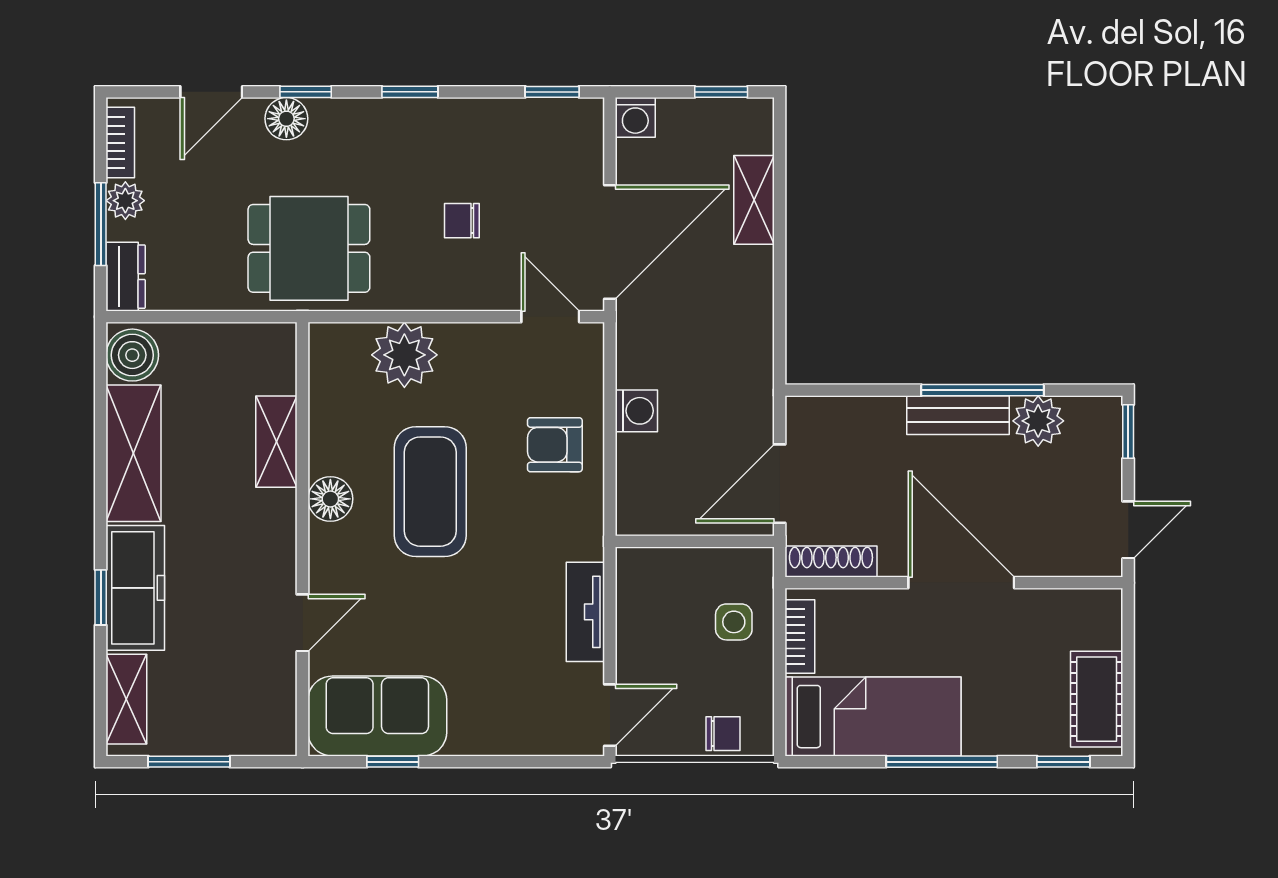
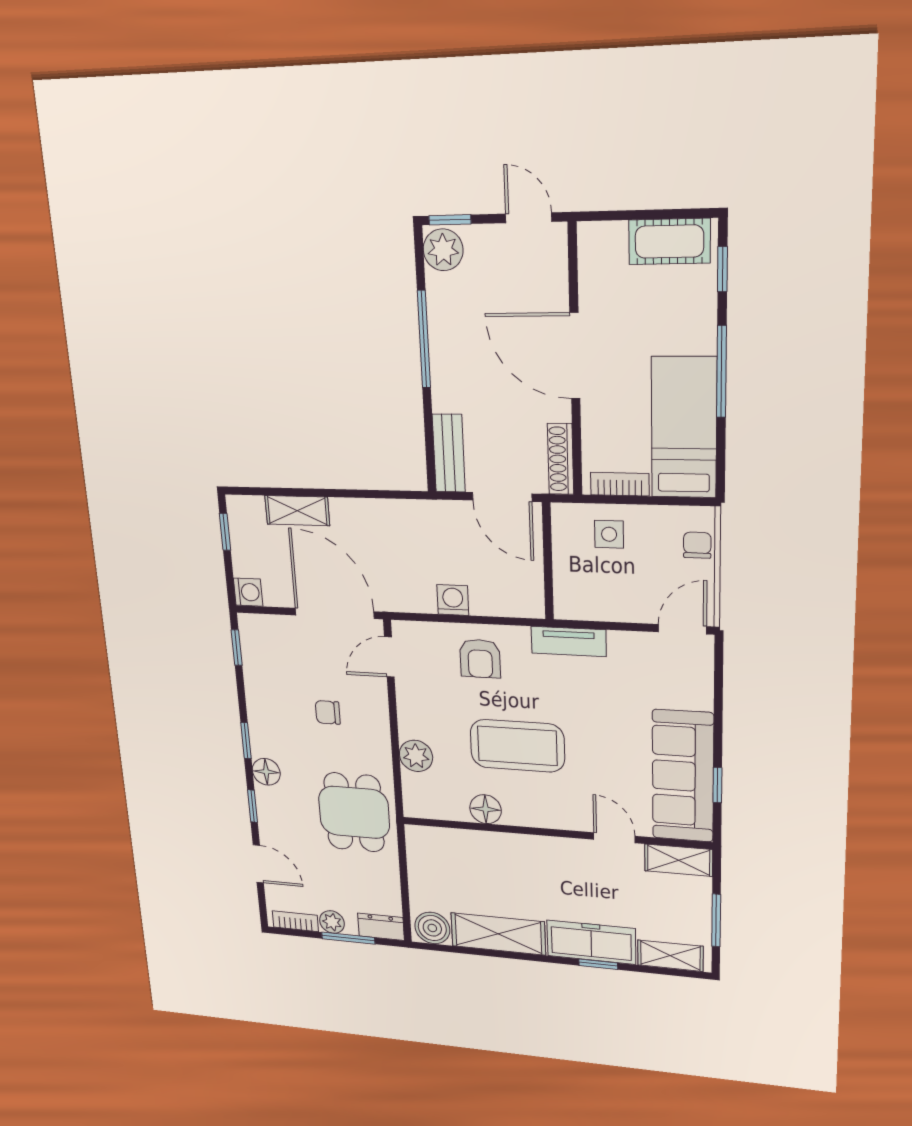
floor lamp: (286, 119) -> (266, 772), moved
chair: (462, 221) -> (328, 712), turned 90
plant: (404, 355) -> (416, 756), width x0.73, depth x0.73
bench: (958, 415) -> (449, 453), moved
plant: (1038, 421) -> (443, 250), moved
shelving: (276, 442) -> (679, 860), moved
floor lamp: (330, 499) -> (486, 809), moved
door: (961, 583) -> (575, 356), hinge flipped
tv unit: (585, 612) -> (569, 641), moved
door: (610, 715) -> (682, 629), hinge flipped
sofa: (377, 716) -> (683, 776), width x1.36

